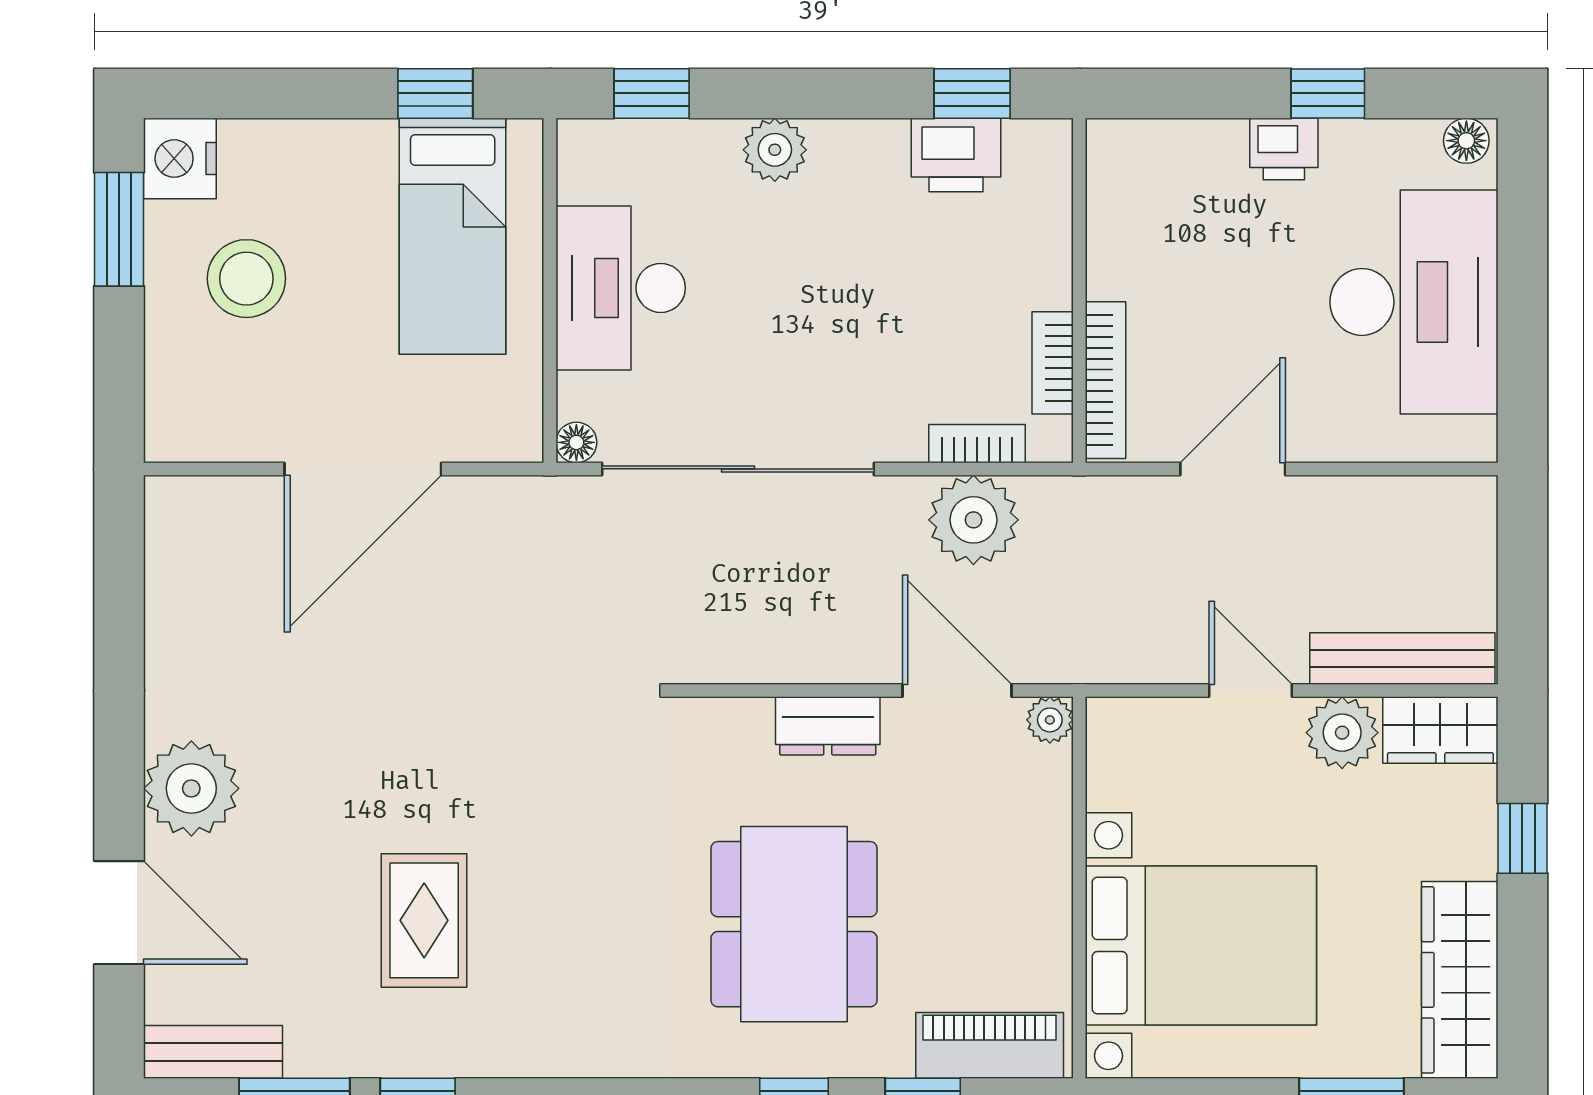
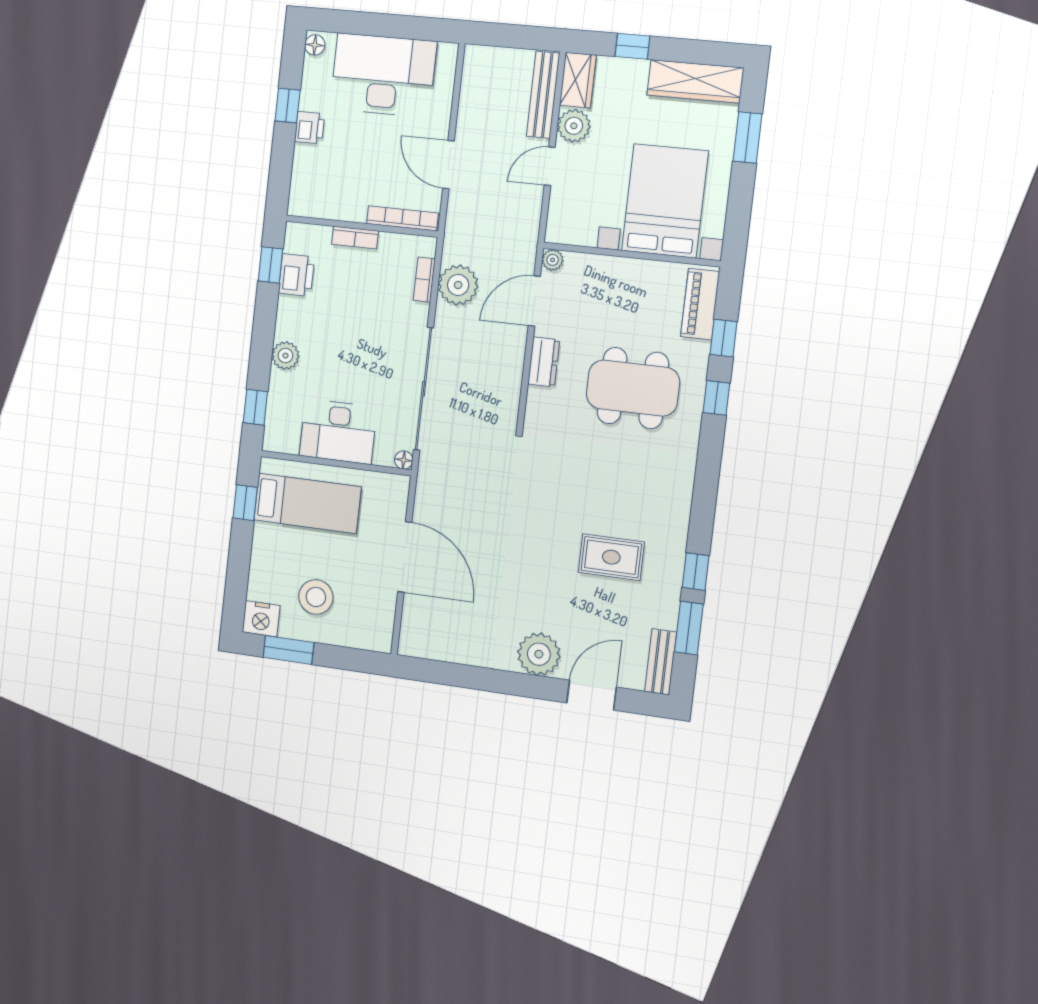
bookcase: (1053, 363) -> (355, 238), moved

